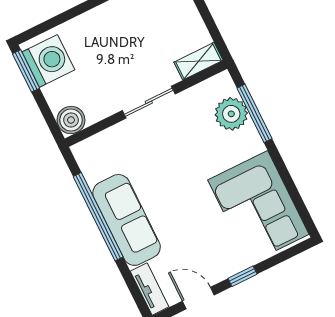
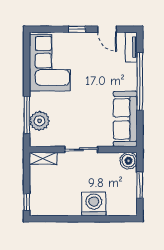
washing machine: (48, 61) -> (94, 204), moved, turned 90
window: (26, 71) -> (140, 185), moved
window: (98, 217) -> (140, 82), moved
sofa: (127, 220) -> (125, 119), moved

